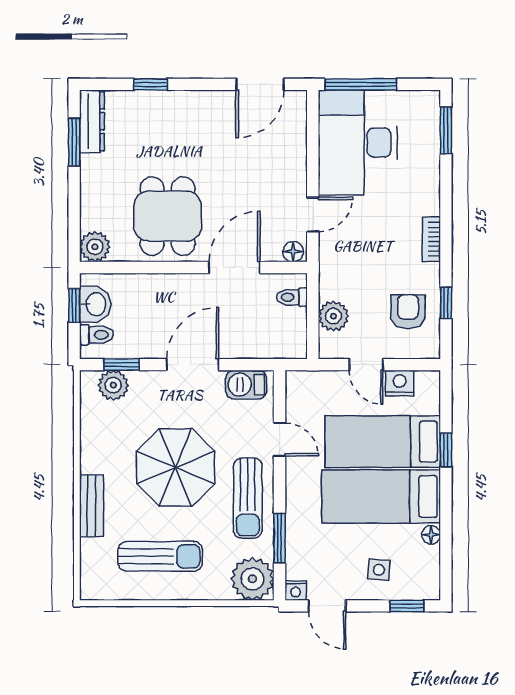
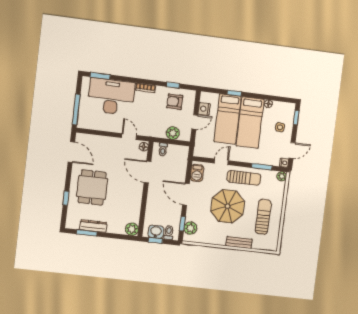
dresser: (92, 121) -> (93, 226), moved
desk: (358, 143) -> (111, 97), moved, turned 180
dining table: (168, 216) -> (92, 187), moved, turned 90
plant: (252, 579) -> (282, 176), width x0.53, depth x0.53

